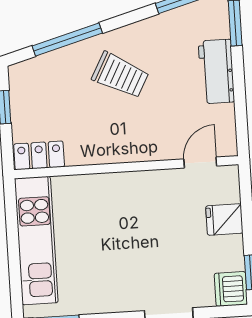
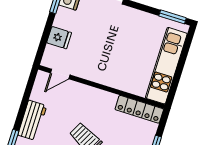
locker: (39, 155) -> (139, 109), width x1.53

